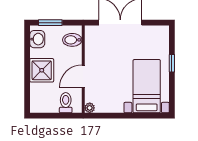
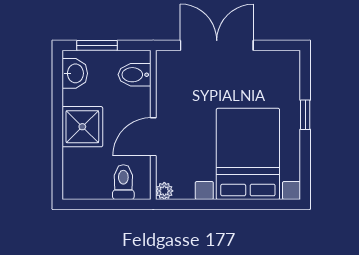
bed with nightstands: (147, 86) -> (248, 154), width x1.36

